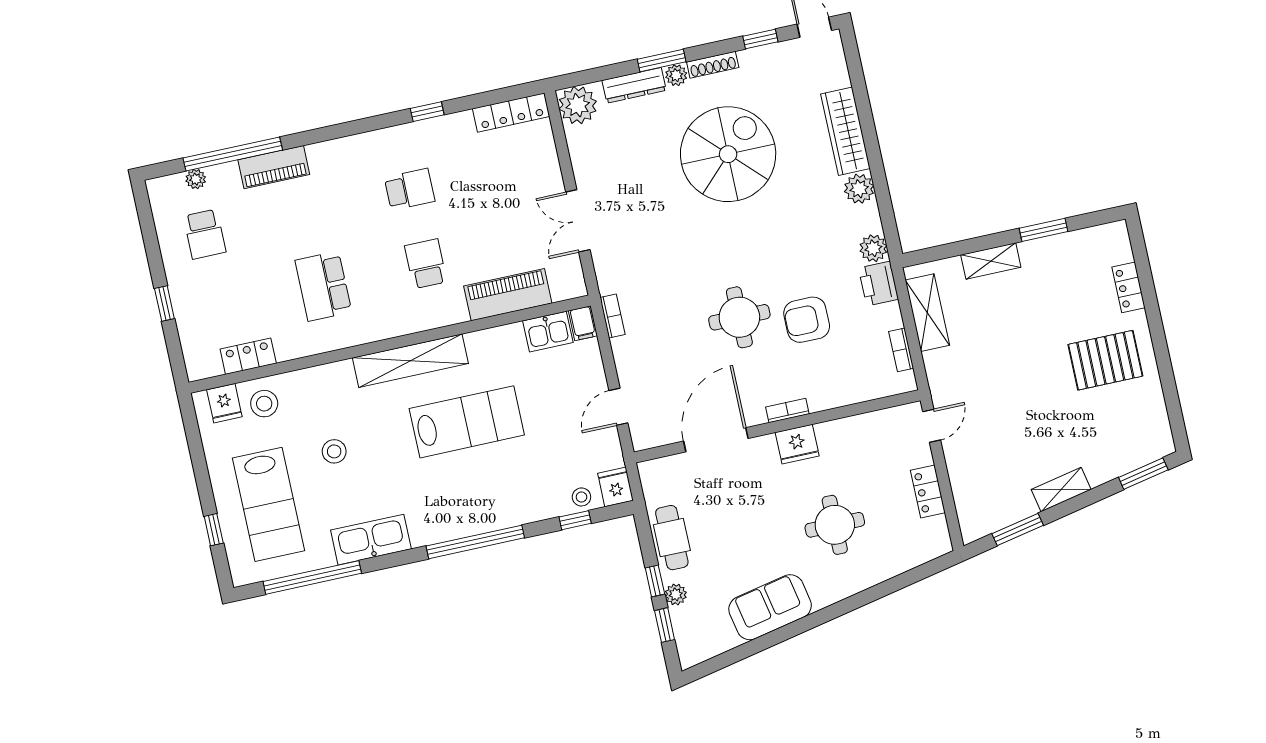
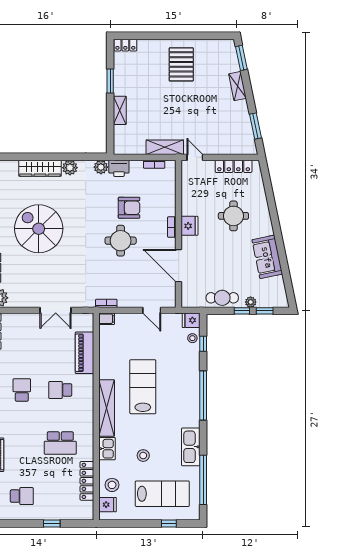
locker: (1129, 287) -> (125, 45), moved
shelving: (927, 313) -> (165, 147), moved
armchair: (807, 320) -> (129, 208), turned -90
kitchen sink: (548, 332) -> (107, 449), moved
locker: (248, 356) -> (87, 481), width x1.53
shelving: (1061, 489) -> (237, 86), moved
locker: (928, 491) -> (234, 166), width x1.53

